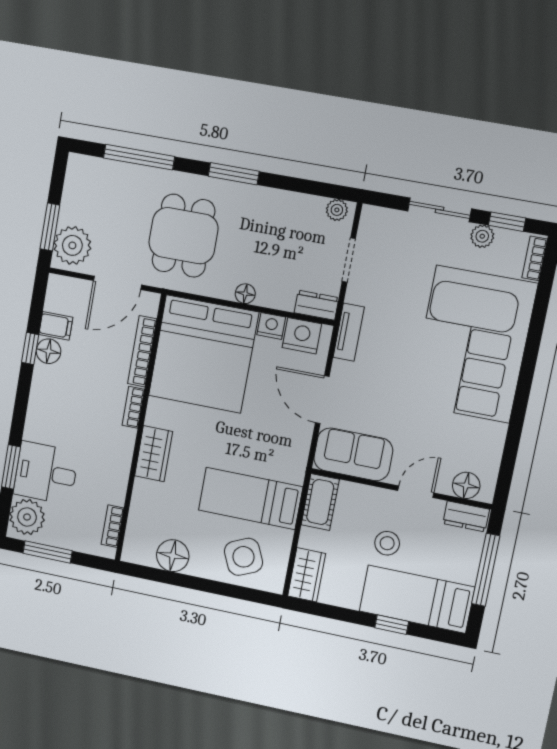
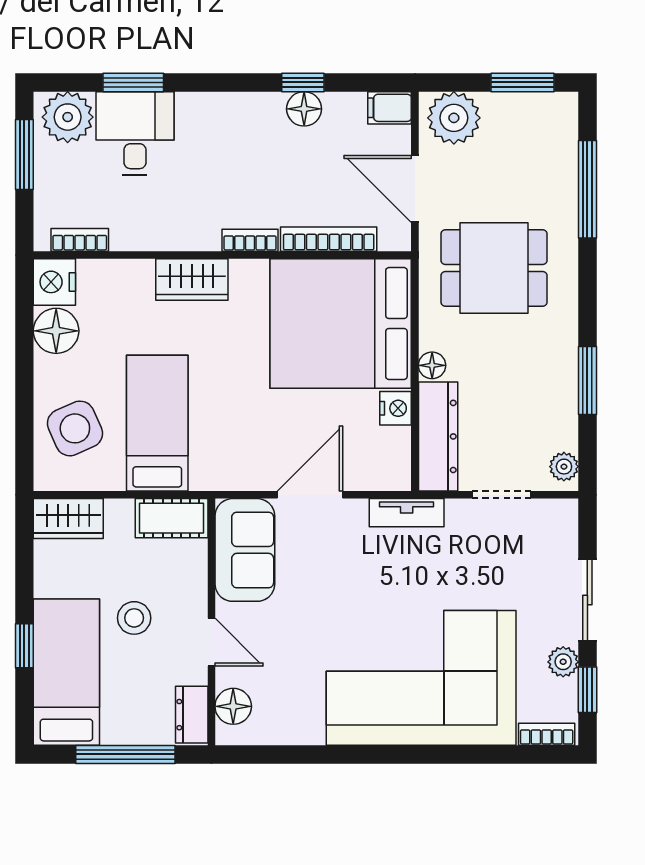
window: (234, 174) -> (587, 381), moved
window: (50, 227) -> (523, 82), moved
dresser: (316, 305) -> (438, 436), width x1.96, depth x1.24
filing cabinet: (56, 326) -> (390, 108), moved, turned 90
nightstand: (302, 336) -> (54, 282), moved, turned 180

